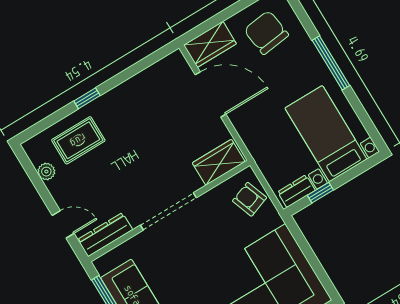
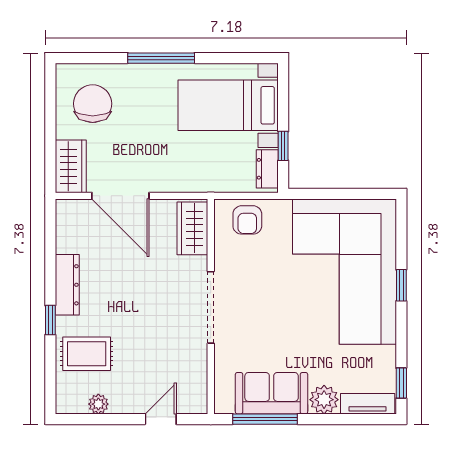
chair: (266, 32) -> (93, 104), turned 97
door: (210, 94) -> (120, 196), swing flipped
rug: (78, 140) -> (87, 354), turned 90
armchair: (250, 199) -> (247, 220), turned -70
dresser: (105, 235) -> (67, 285), moved, turned 180

